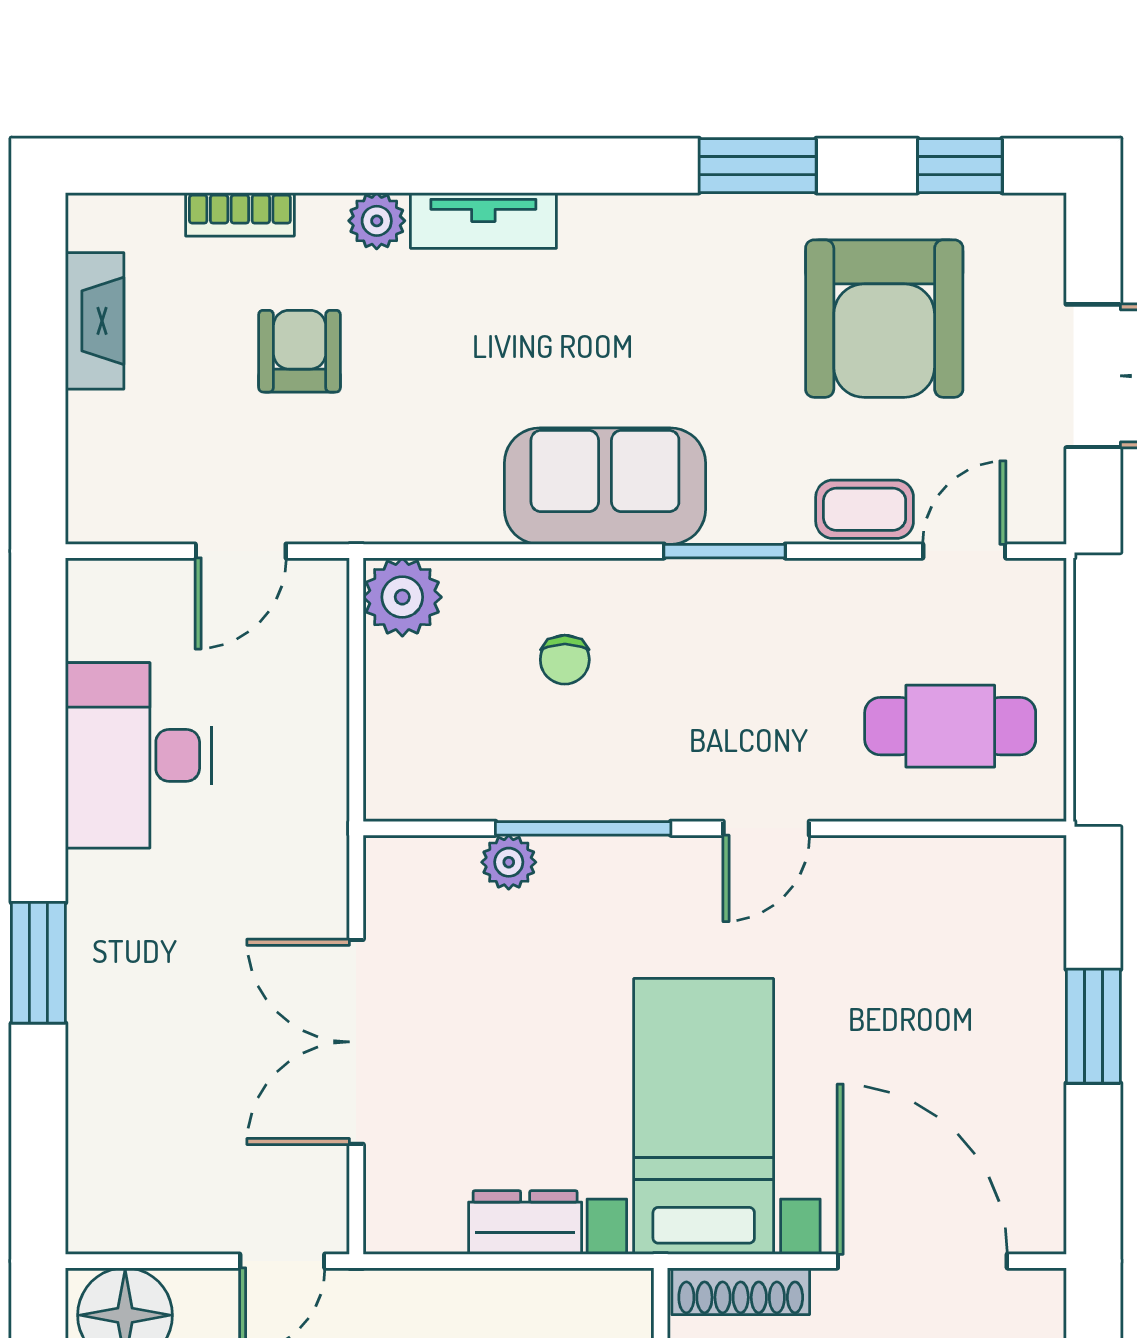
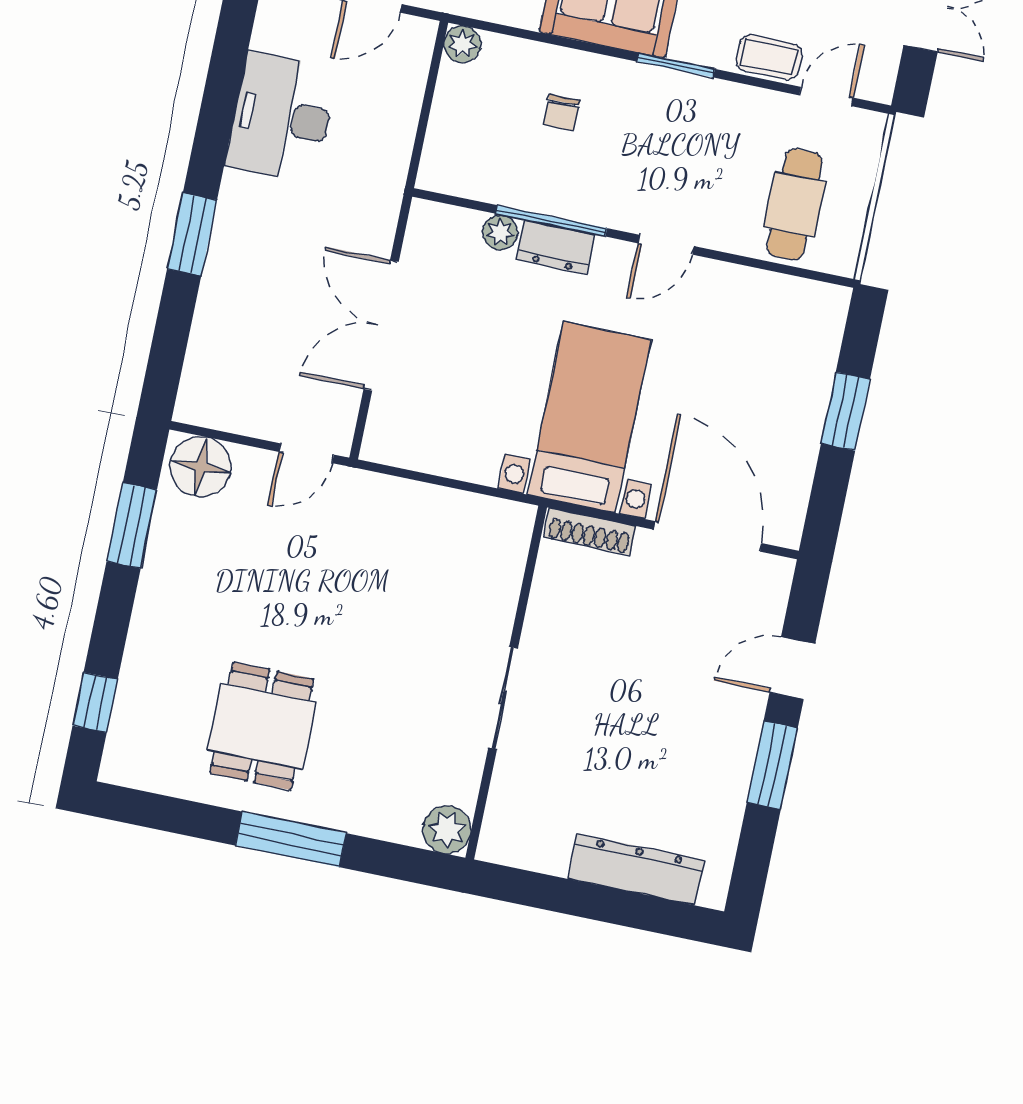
plant: (402, 597) -> (462, 44), width x0.73, depth x0.73
cafe table: (950, 726) -> (795, 204), turned 90
dresser: (525, 1222) -> (555, 247), moved, turned 180

